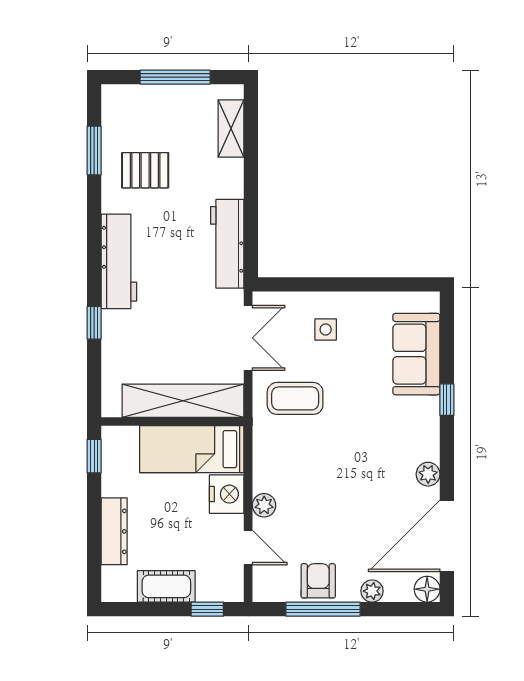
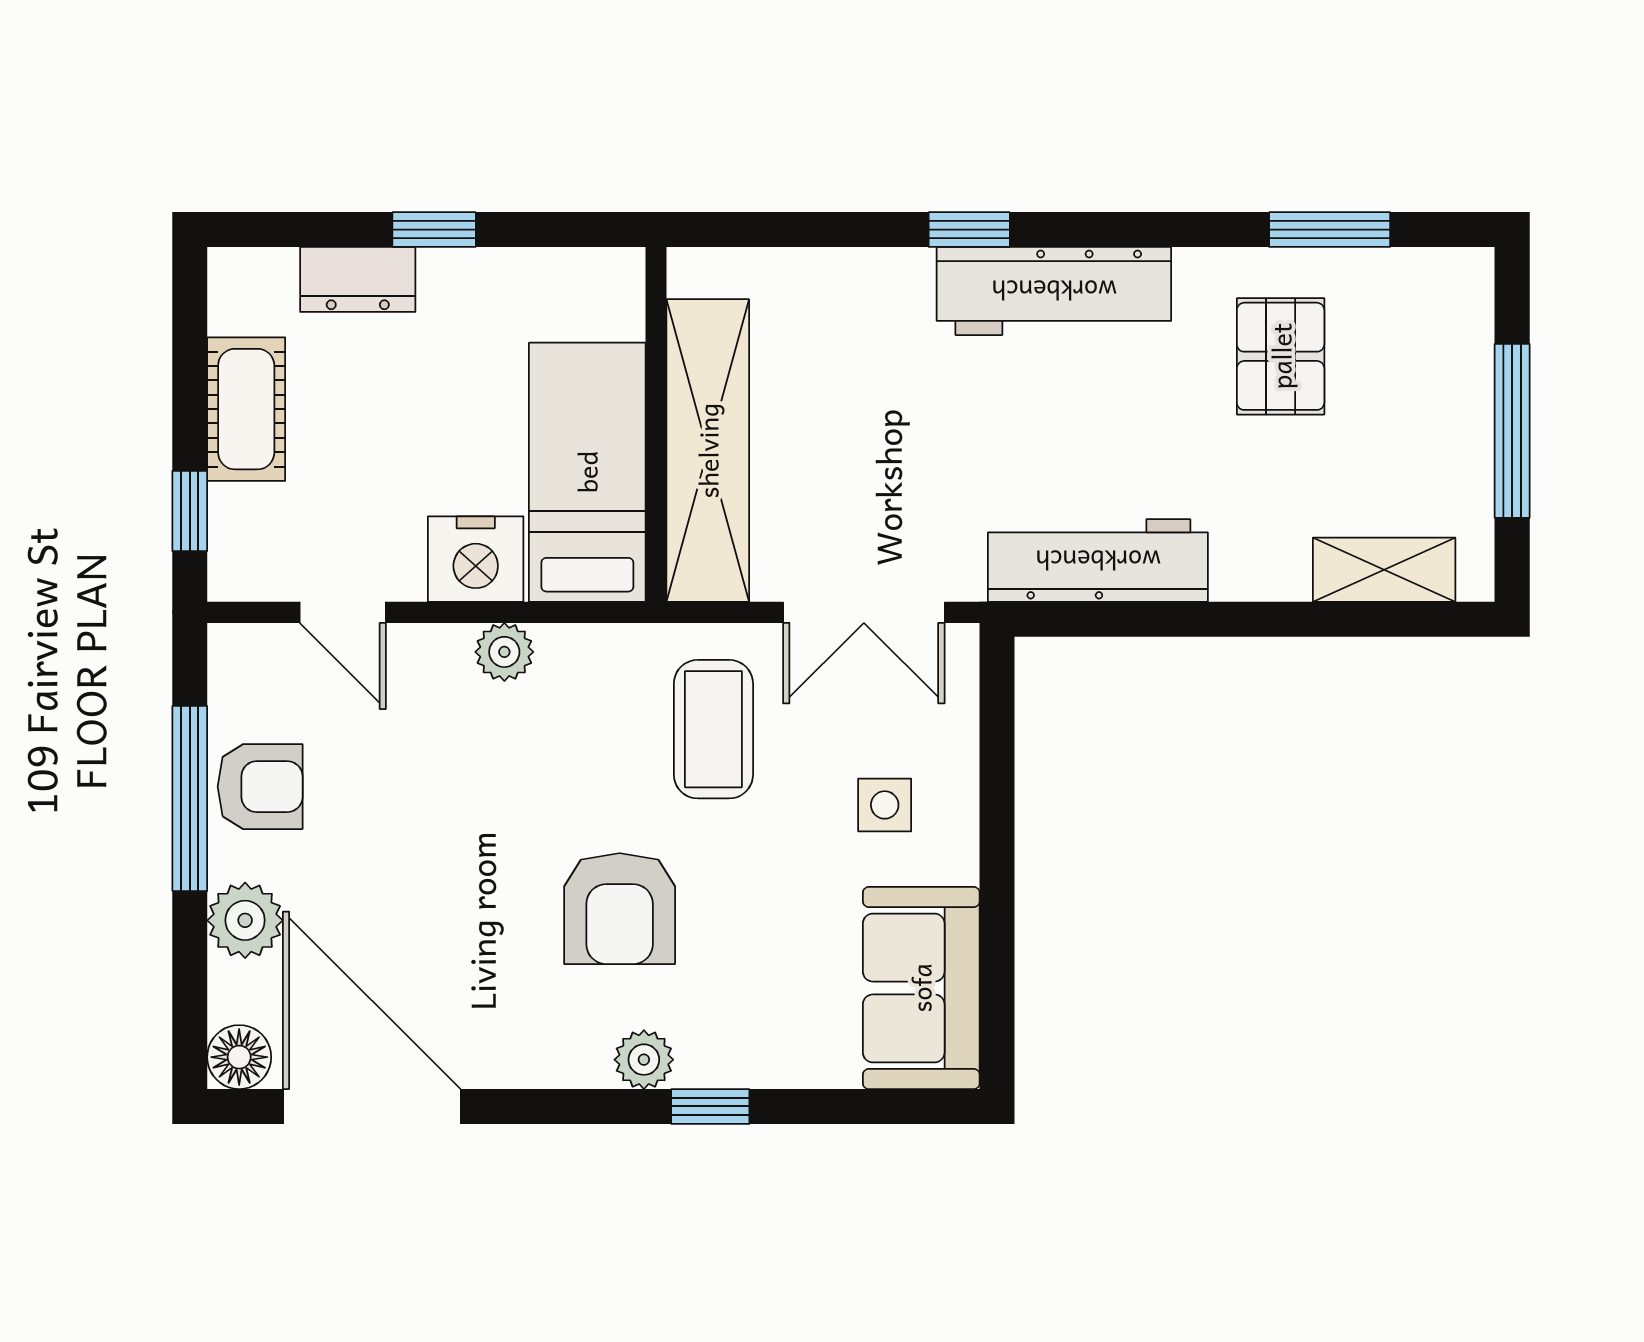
window: (94, 323) -> (969, 230), moved
sofa: (416, 354) -> (921, 988), moved, turned -90
armchair: (367, 436) -> (620, 909), added
window: (94, 456) -> (434, 230), moved
plant: (428, 474) -> (644, 1060), moved
plant: (264, 505) -> (504, 652), moved
dresser: (114, 531) -> (358, 279), width x0.70
door: (248, 548) -> (343, 612), hinge flipped
plant: (372, 591) -> (245, 920), width x1.38, depth x1.38

